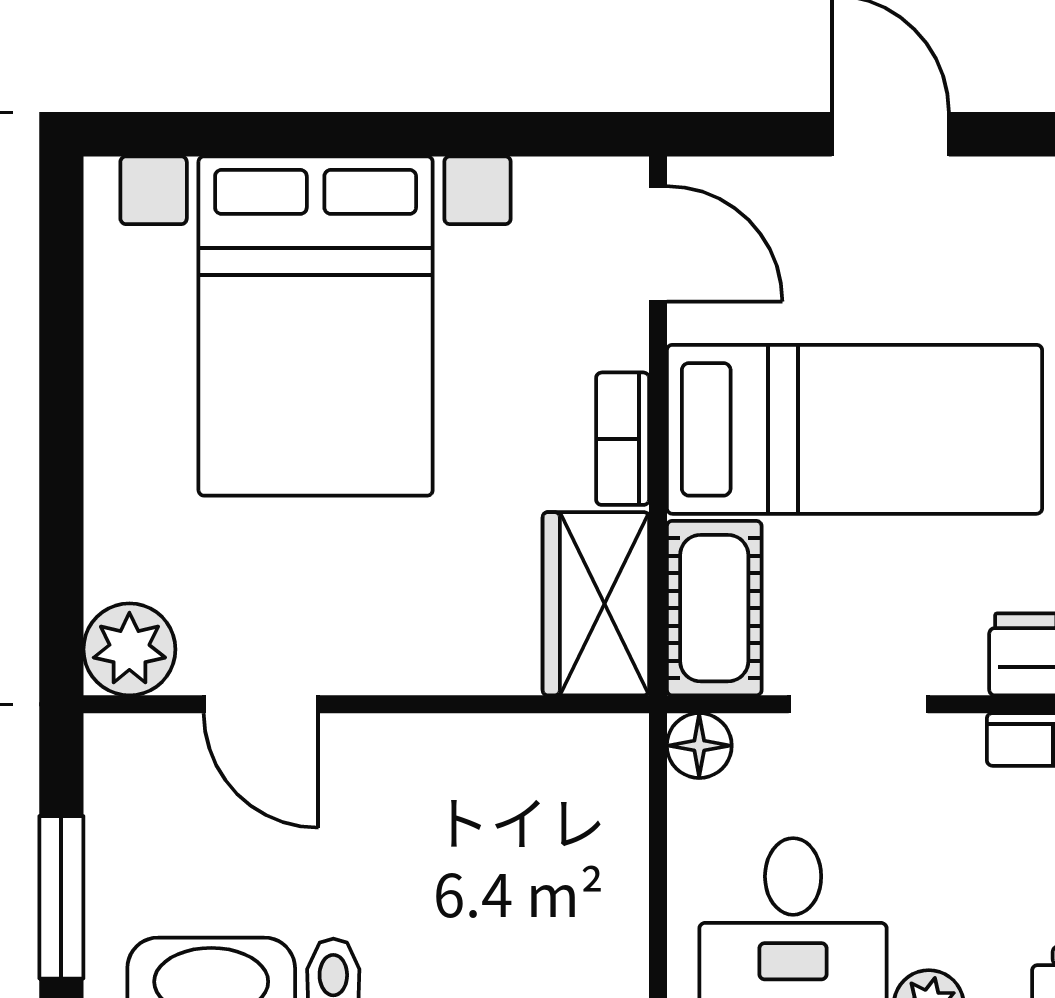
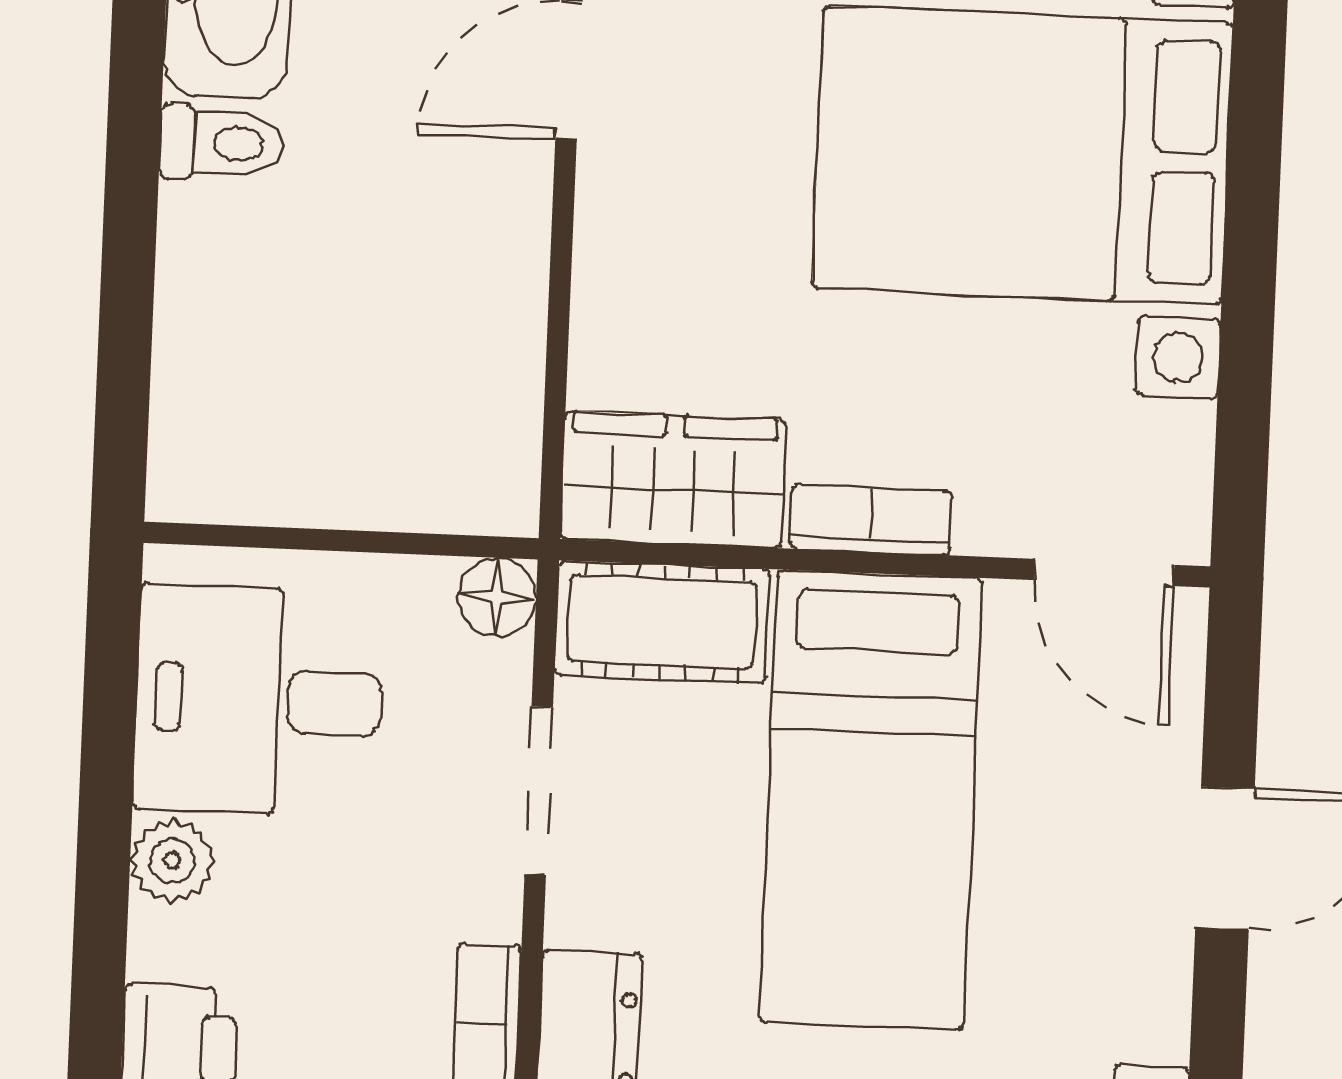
door: (658, 244) -> (1104, 573), hinge flipped

